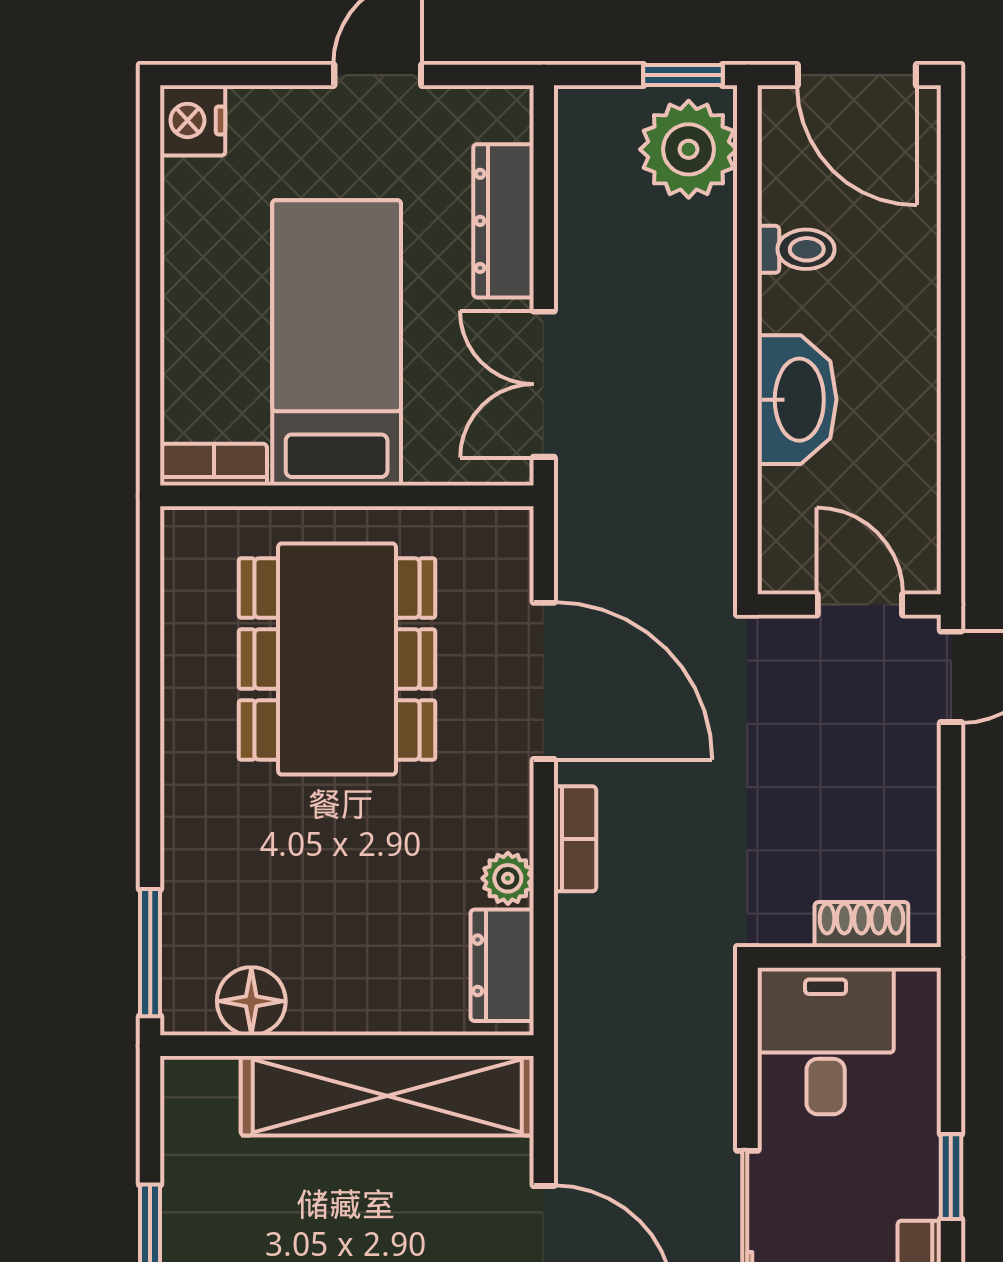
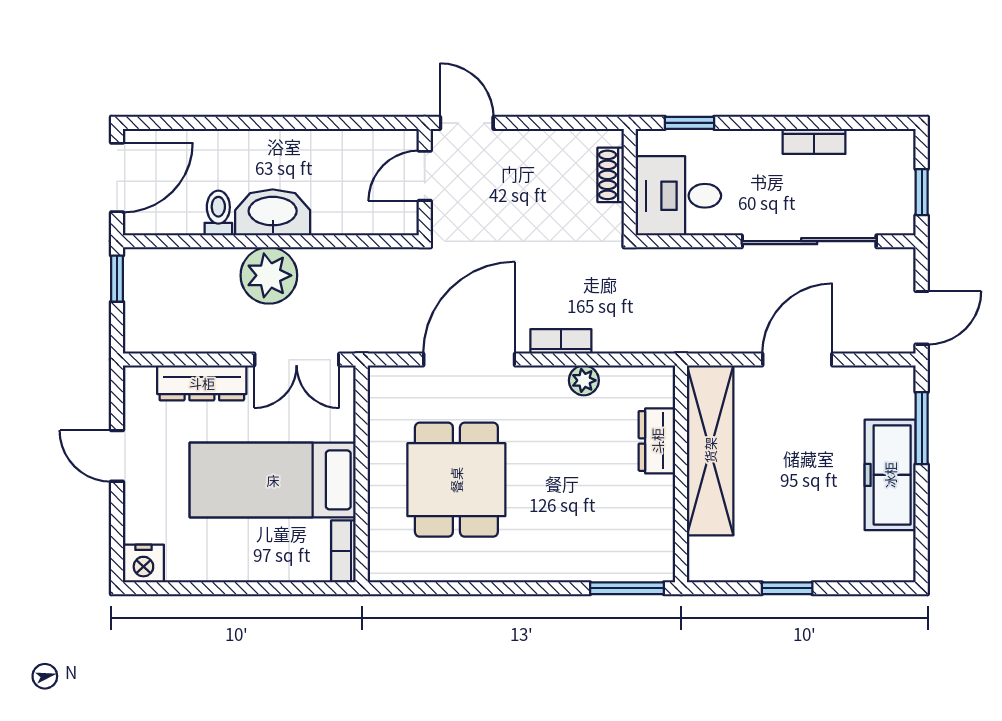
plant: (689, 149) -> (269, 275), moved
washbasin: (797, 400) -> (273, 212), moved
dining table: (337, 659) -> (456, 480), width x0.73
dresser: (502, 965) -> (657, 441), moved, turned 90
floor lamp: (251, 1001) -> (655, 529), removed
window: (951, 1177) -> (689, 123), moved

